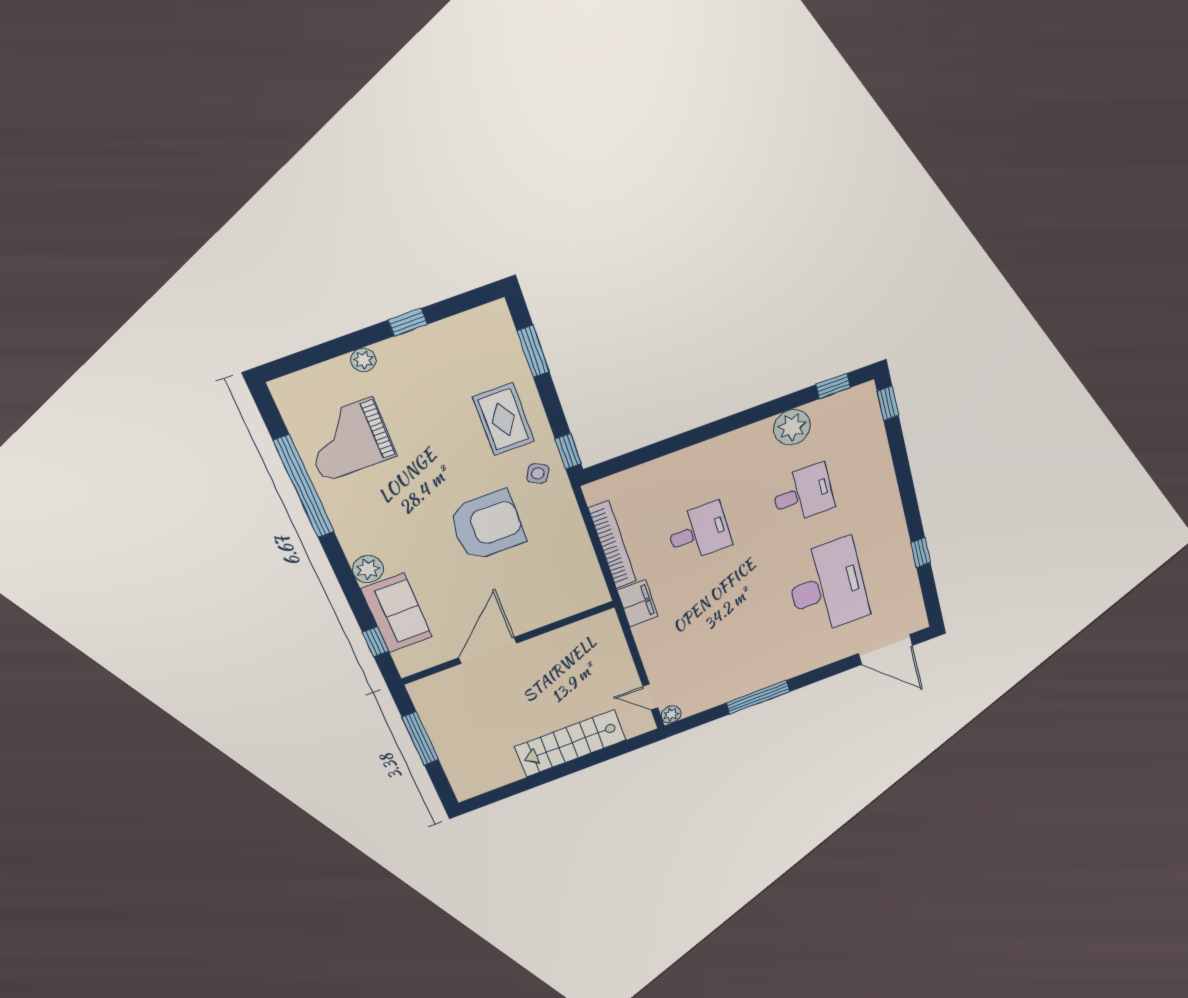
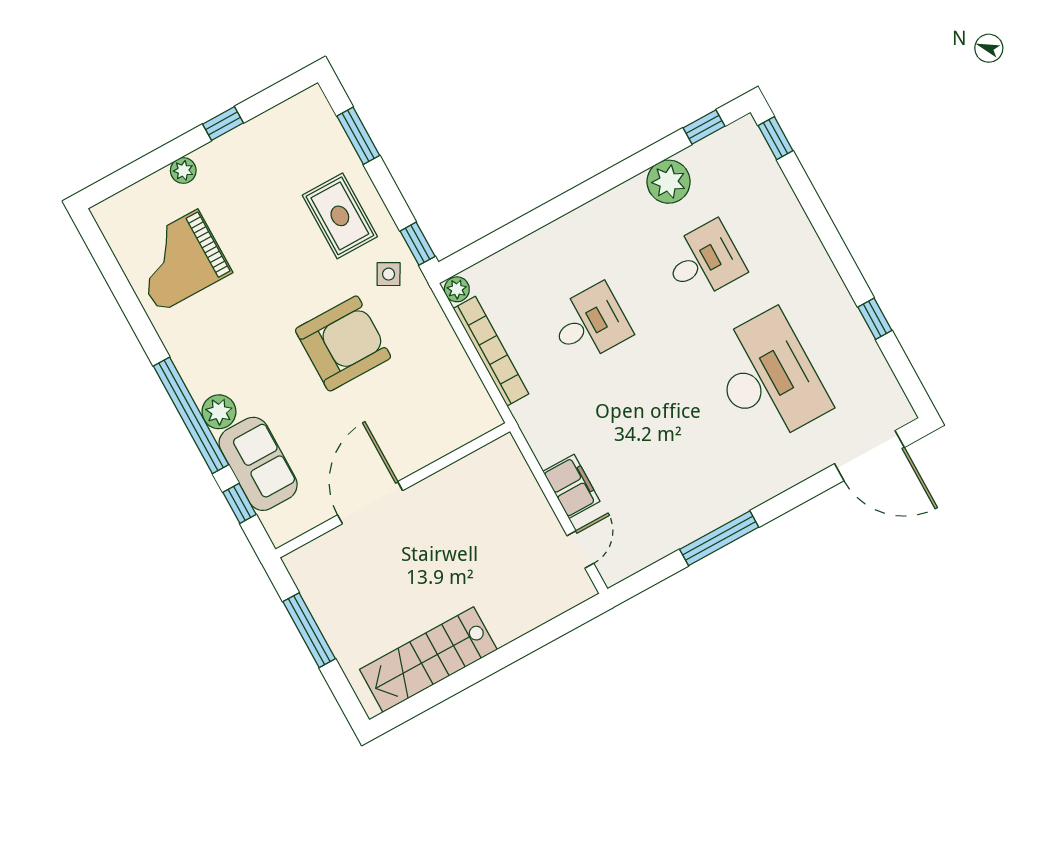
window: (304, 487) -> (191, 415), moved
filing cabinet: (638, 603) -> (571, 486), moved
door: (650, 697) -> (580, 550), swing flipped
plant: (671, 714) -> (457, 289), moved
stairs: (570, 743) -> (428, 659), moved

